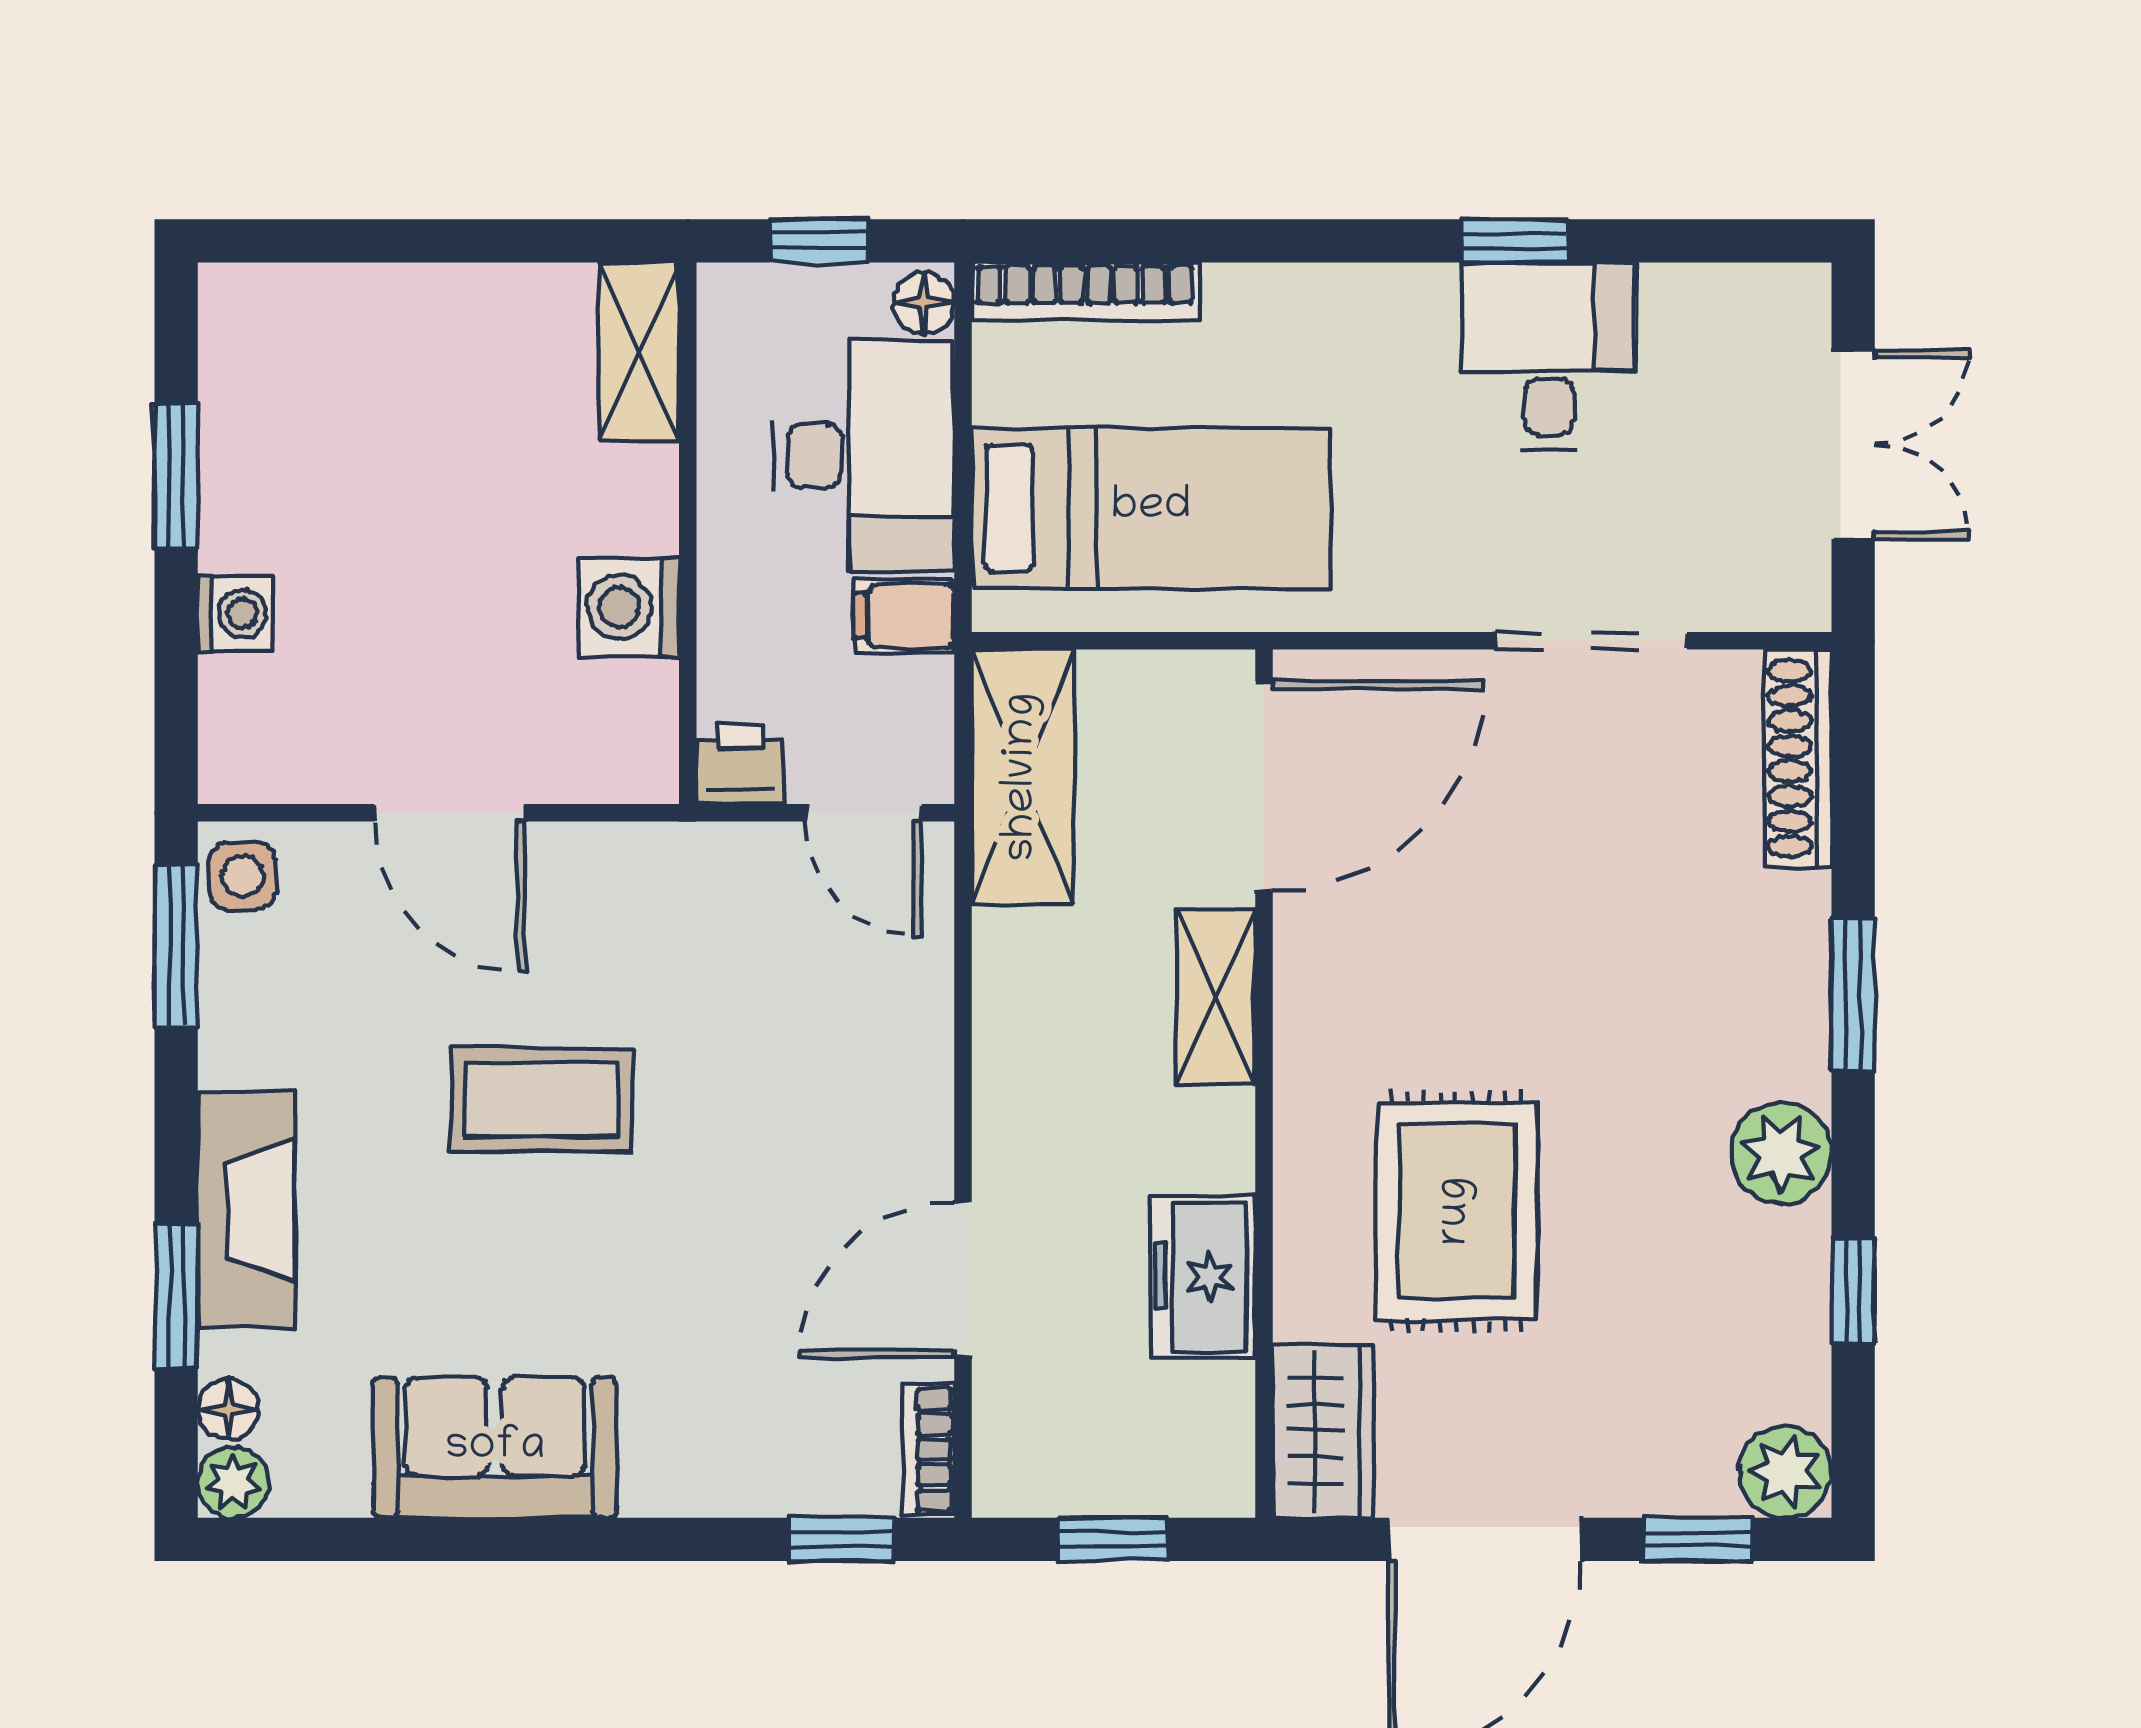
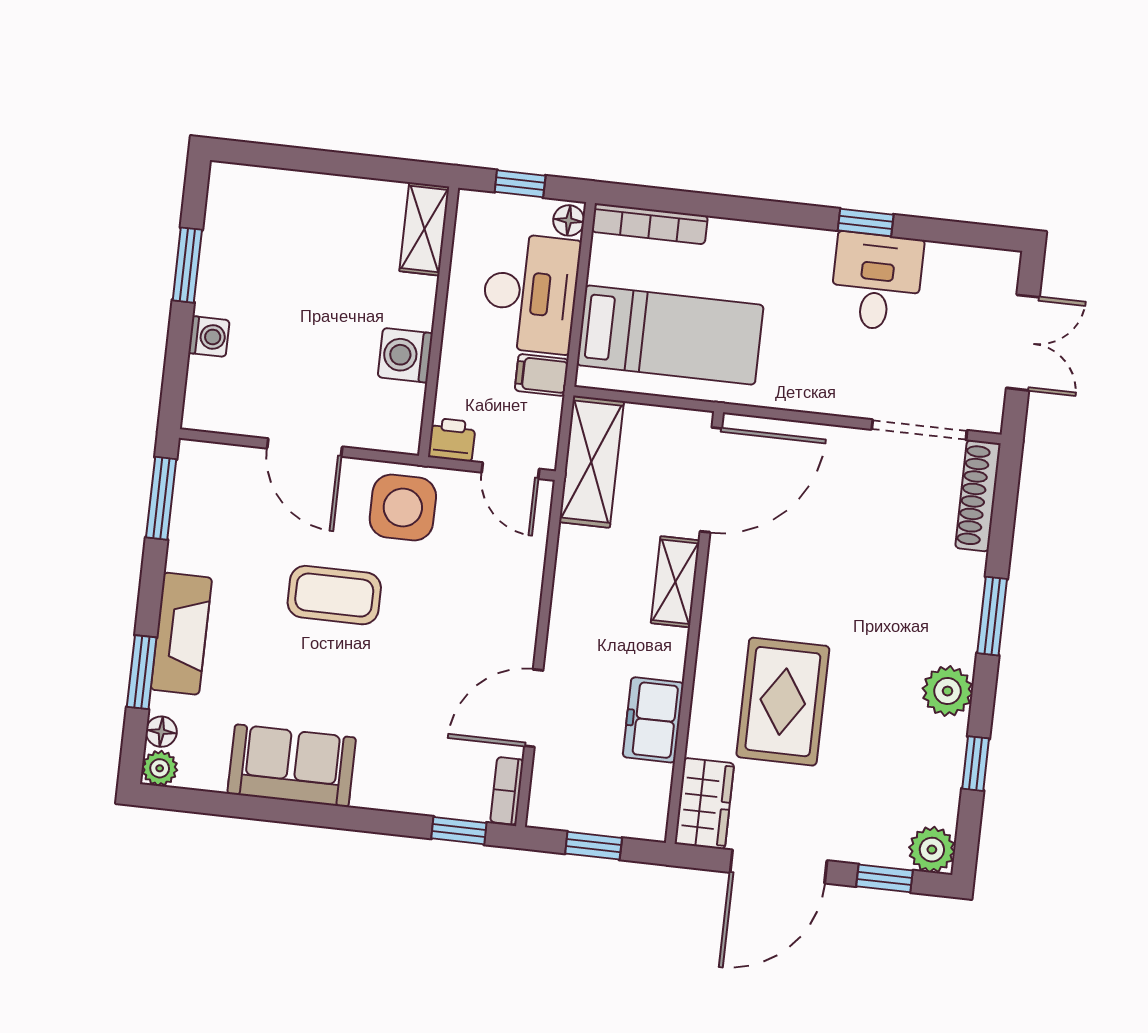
doorway: (1591, 641) -> (919, 430), moved
side table: (243, 876) -> (403, 508), moved, width x1.87, depth x1.87

